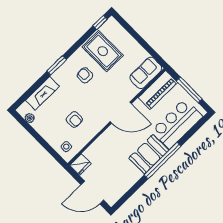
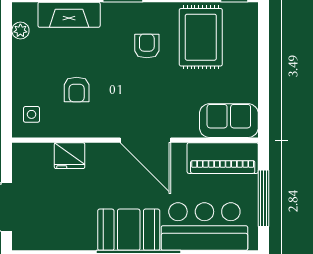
fridge: (80, 164) -> (70, 156), moved

